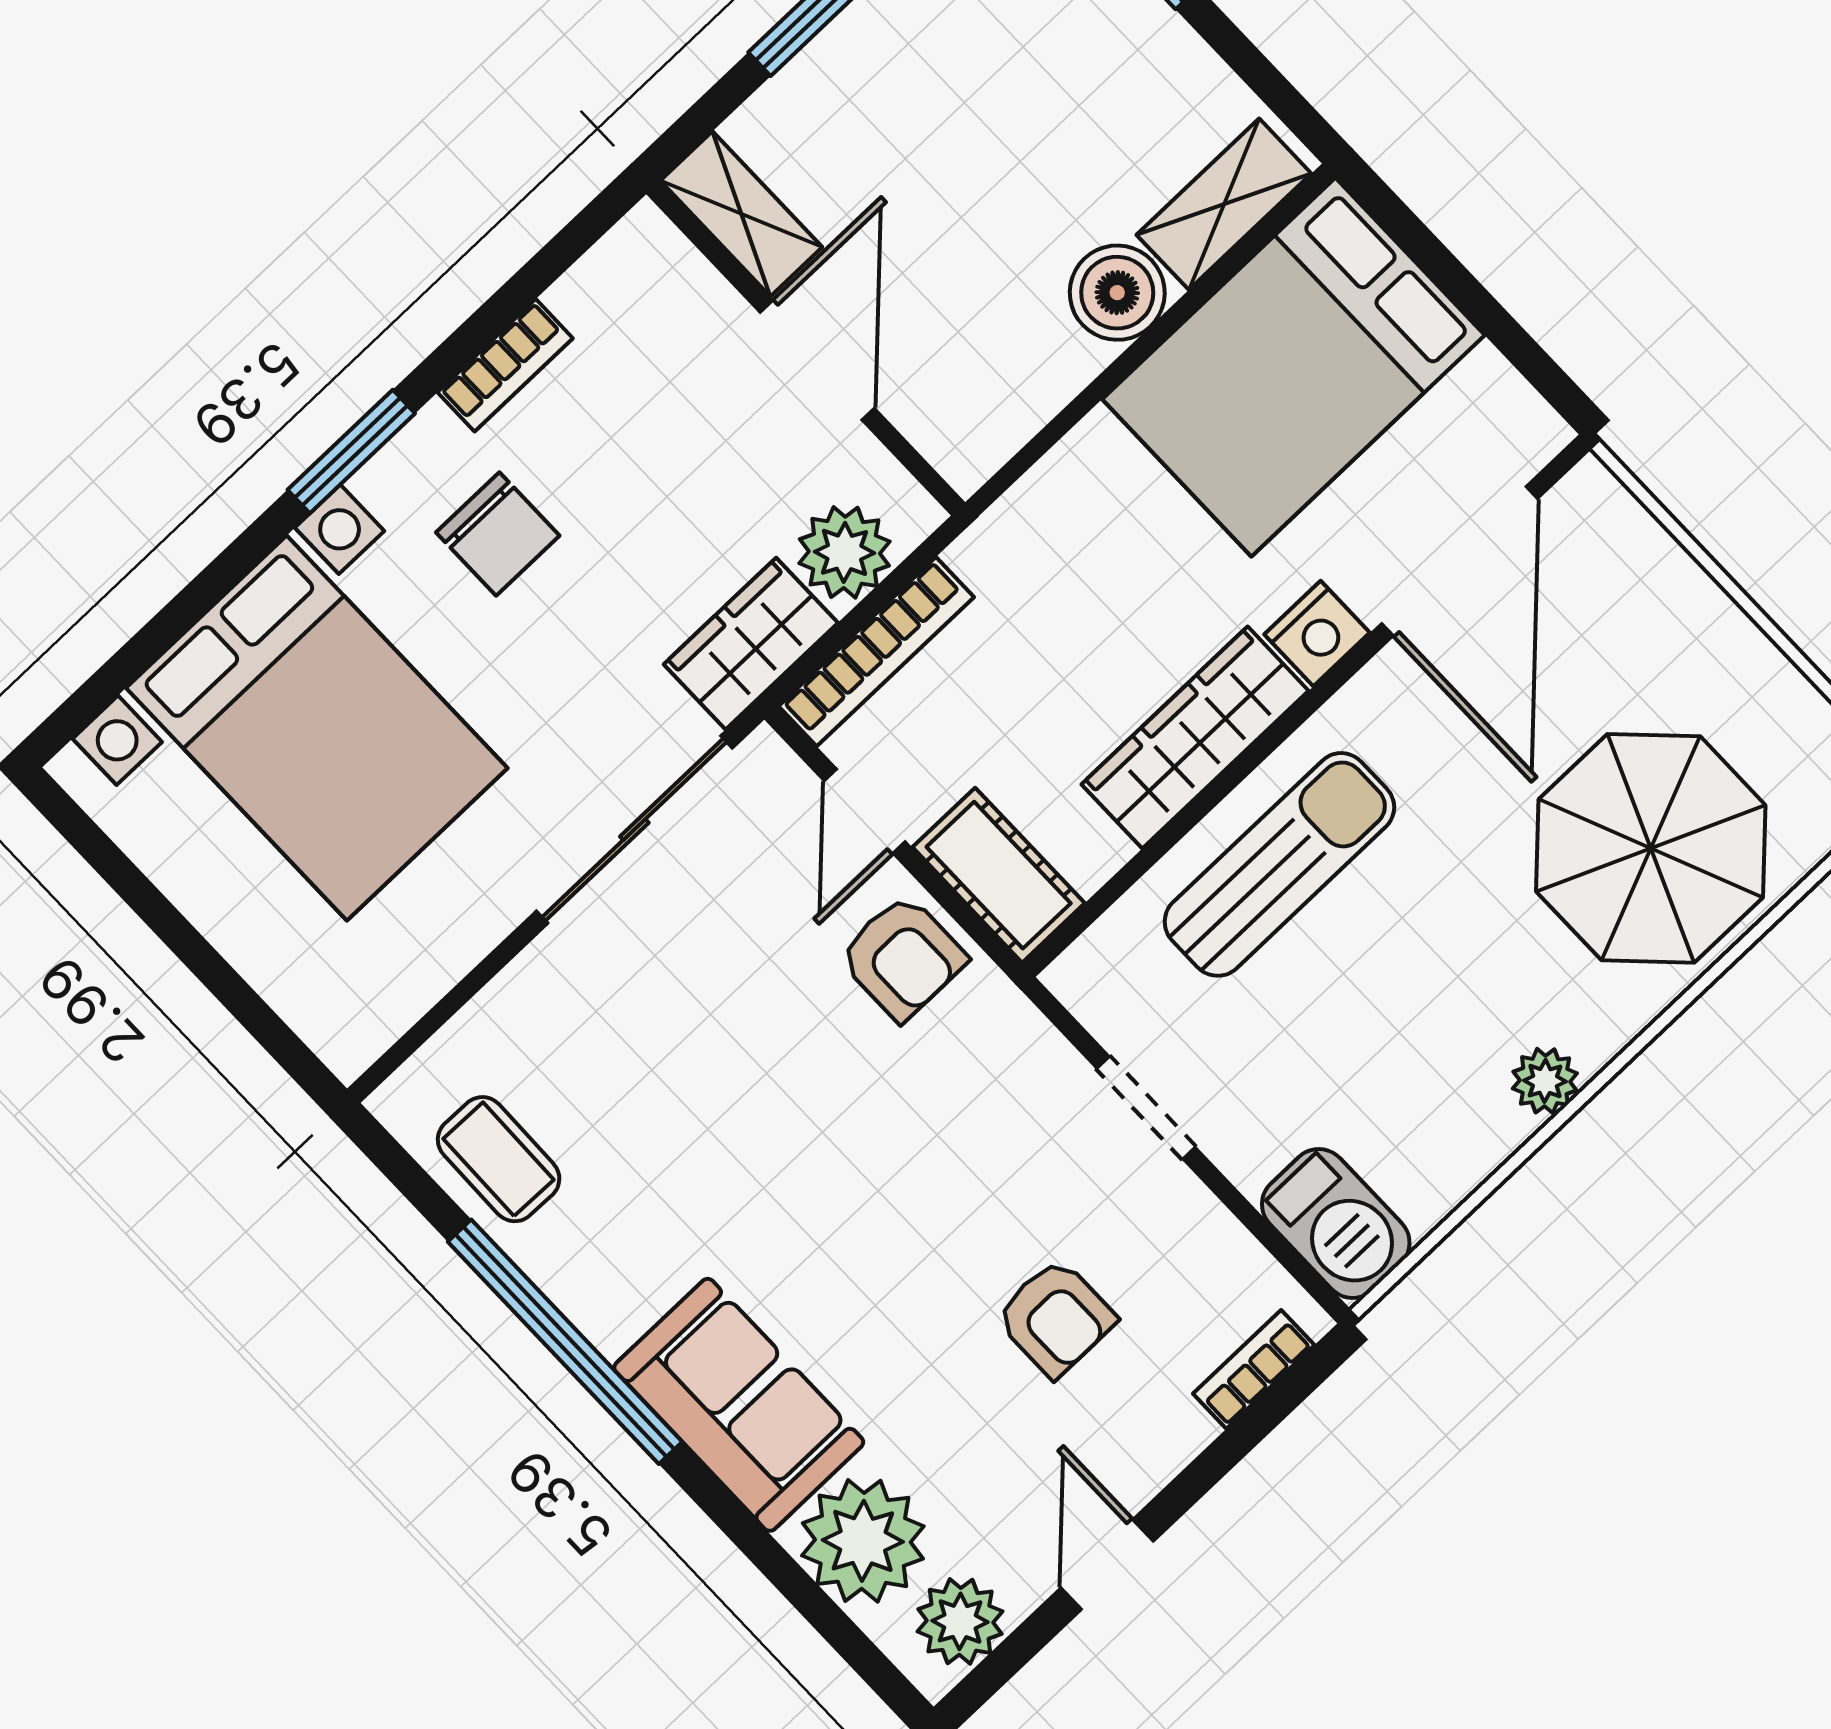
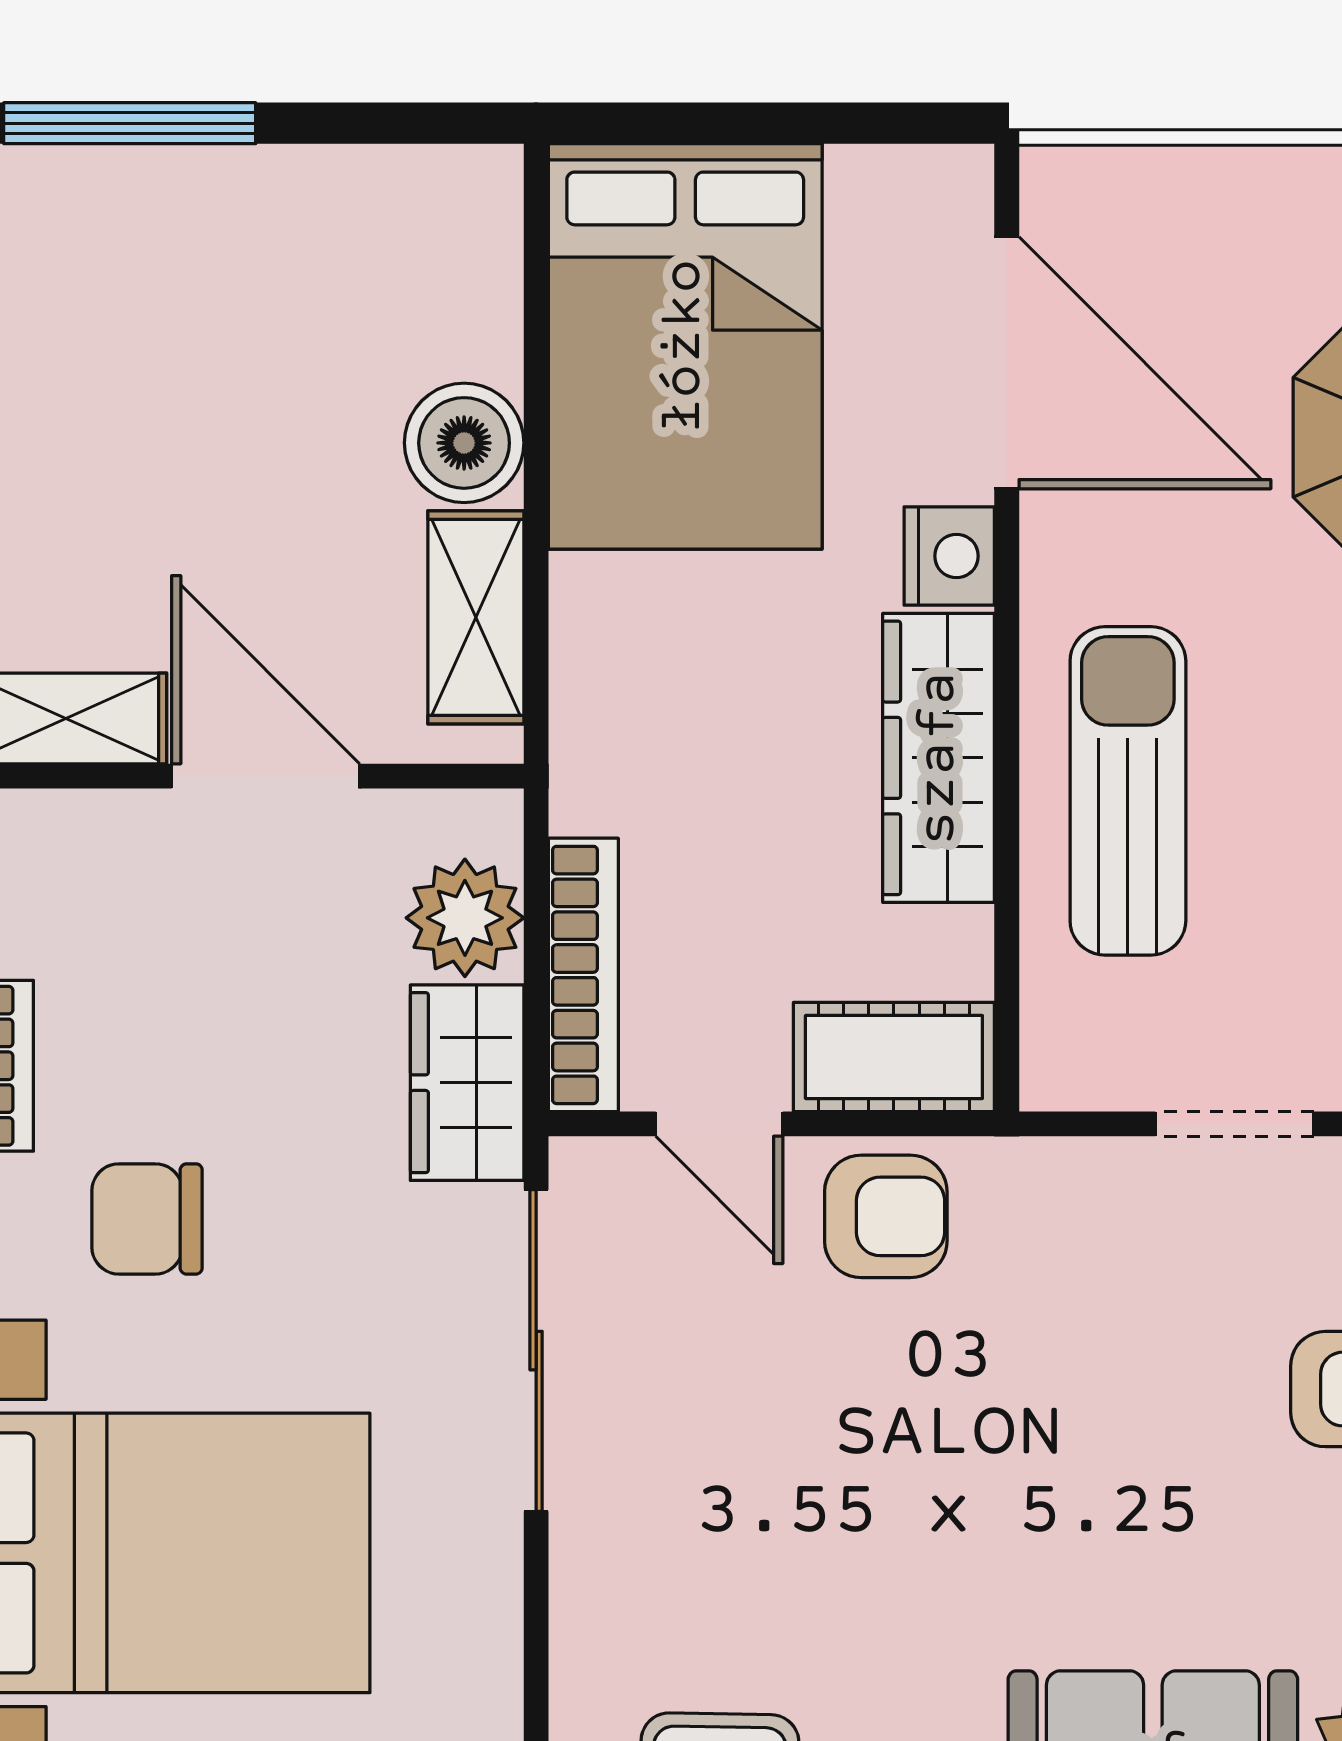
shelving: (1224, 204) -> (476, 617), moved
chair: (498, 534) -> (147, 1219), turned 180

